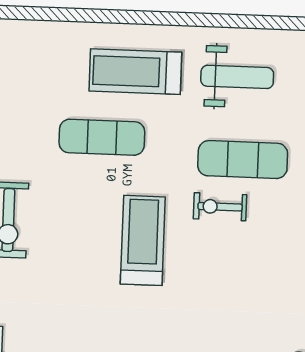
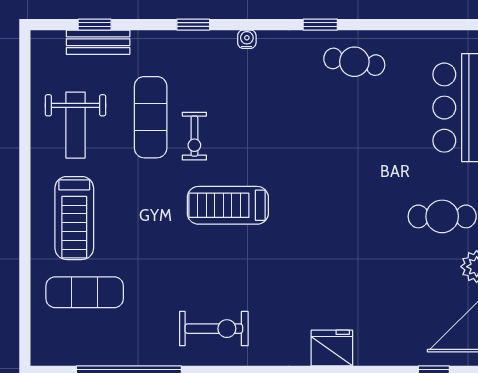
weight bench: (237, 77) -> (75, 125), turned 180
exercise mat: (102, 137) -> (85, 292), moved, turned 90

